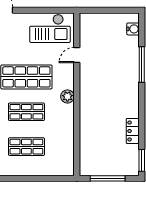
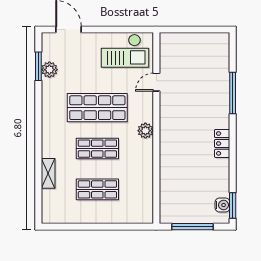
water cooler: (133, 29) -> (222, 205), moved
locker: (133, 131) -> (222, 143), moved

